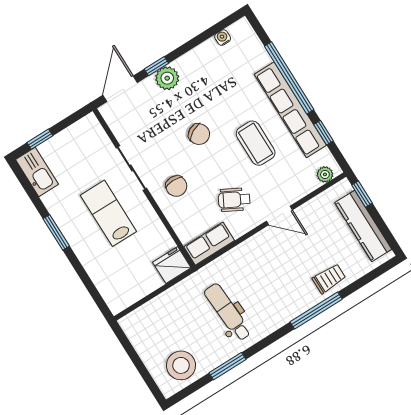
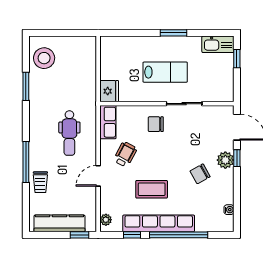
chair: (199, 134) -> (200, 174), moved
dental chair: (228, 312) -> (69, 133), moved, turned 93

